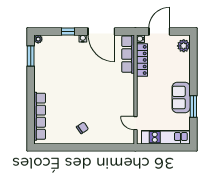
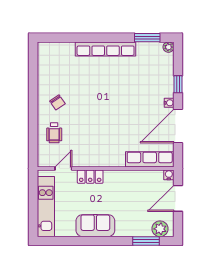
door: (159, 31) -> (178, 198), swing flipped
locker: (142, 60) -> (90, 177), moved, width x0.66
window: (193, 106) -> (146, 241), moved
row of seats: (40, 116) -> (106, 49), moved
wheelchair: (107, 130) -> (54, 133), added

